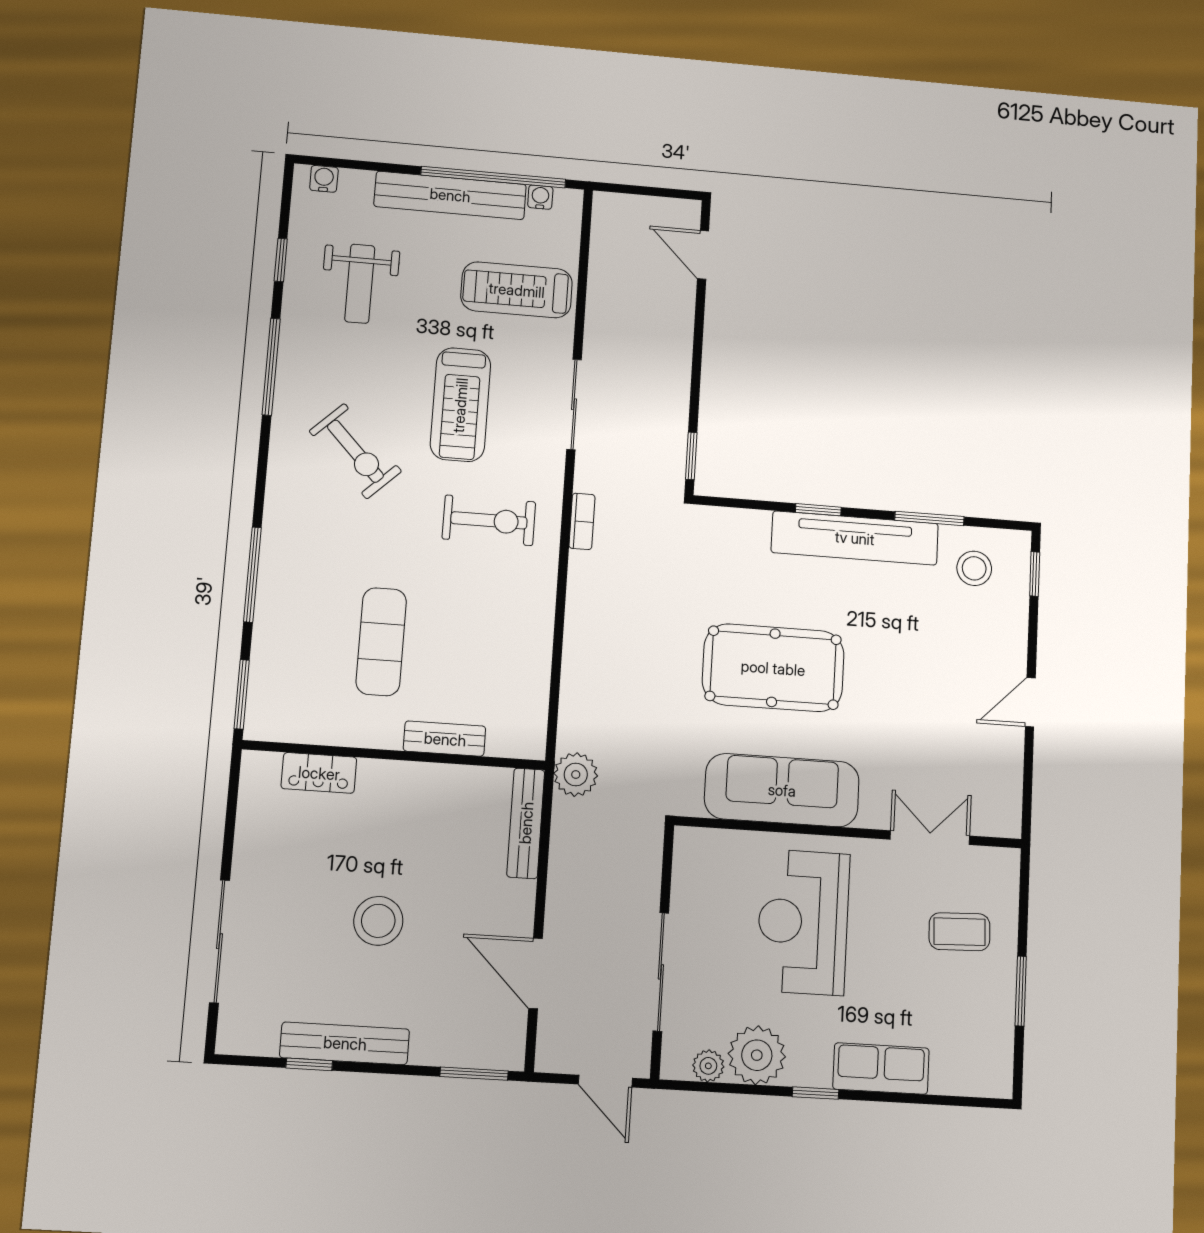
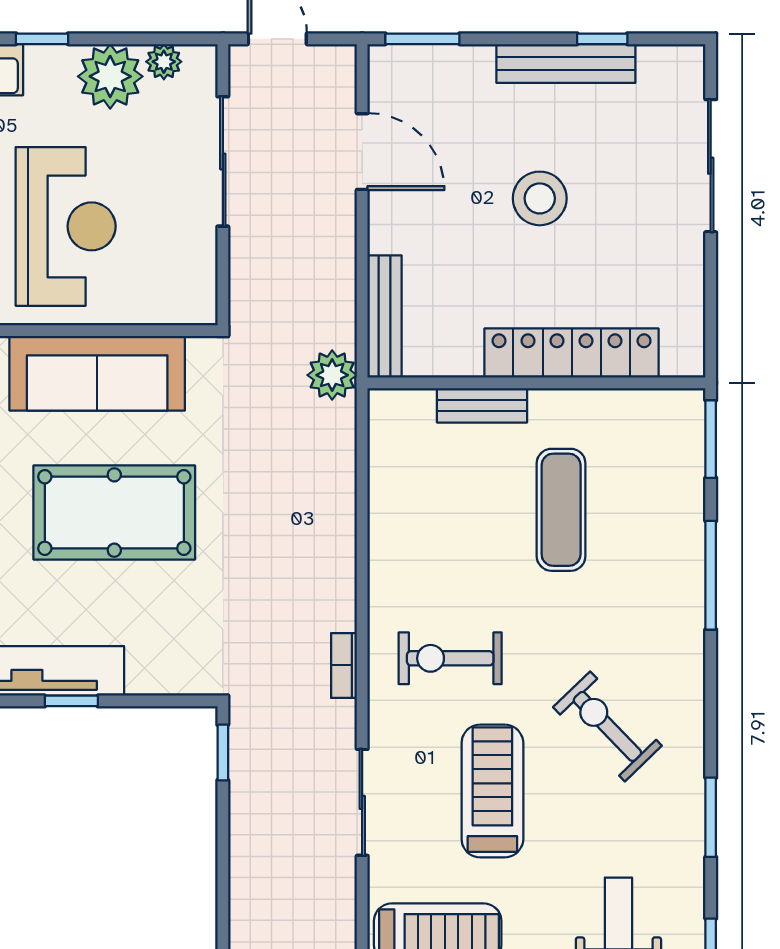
window: (271, 367) -> (711, 817), width x0.69
locker: (319, 773) -> (572, 353), width x2.16, depth x1.21

